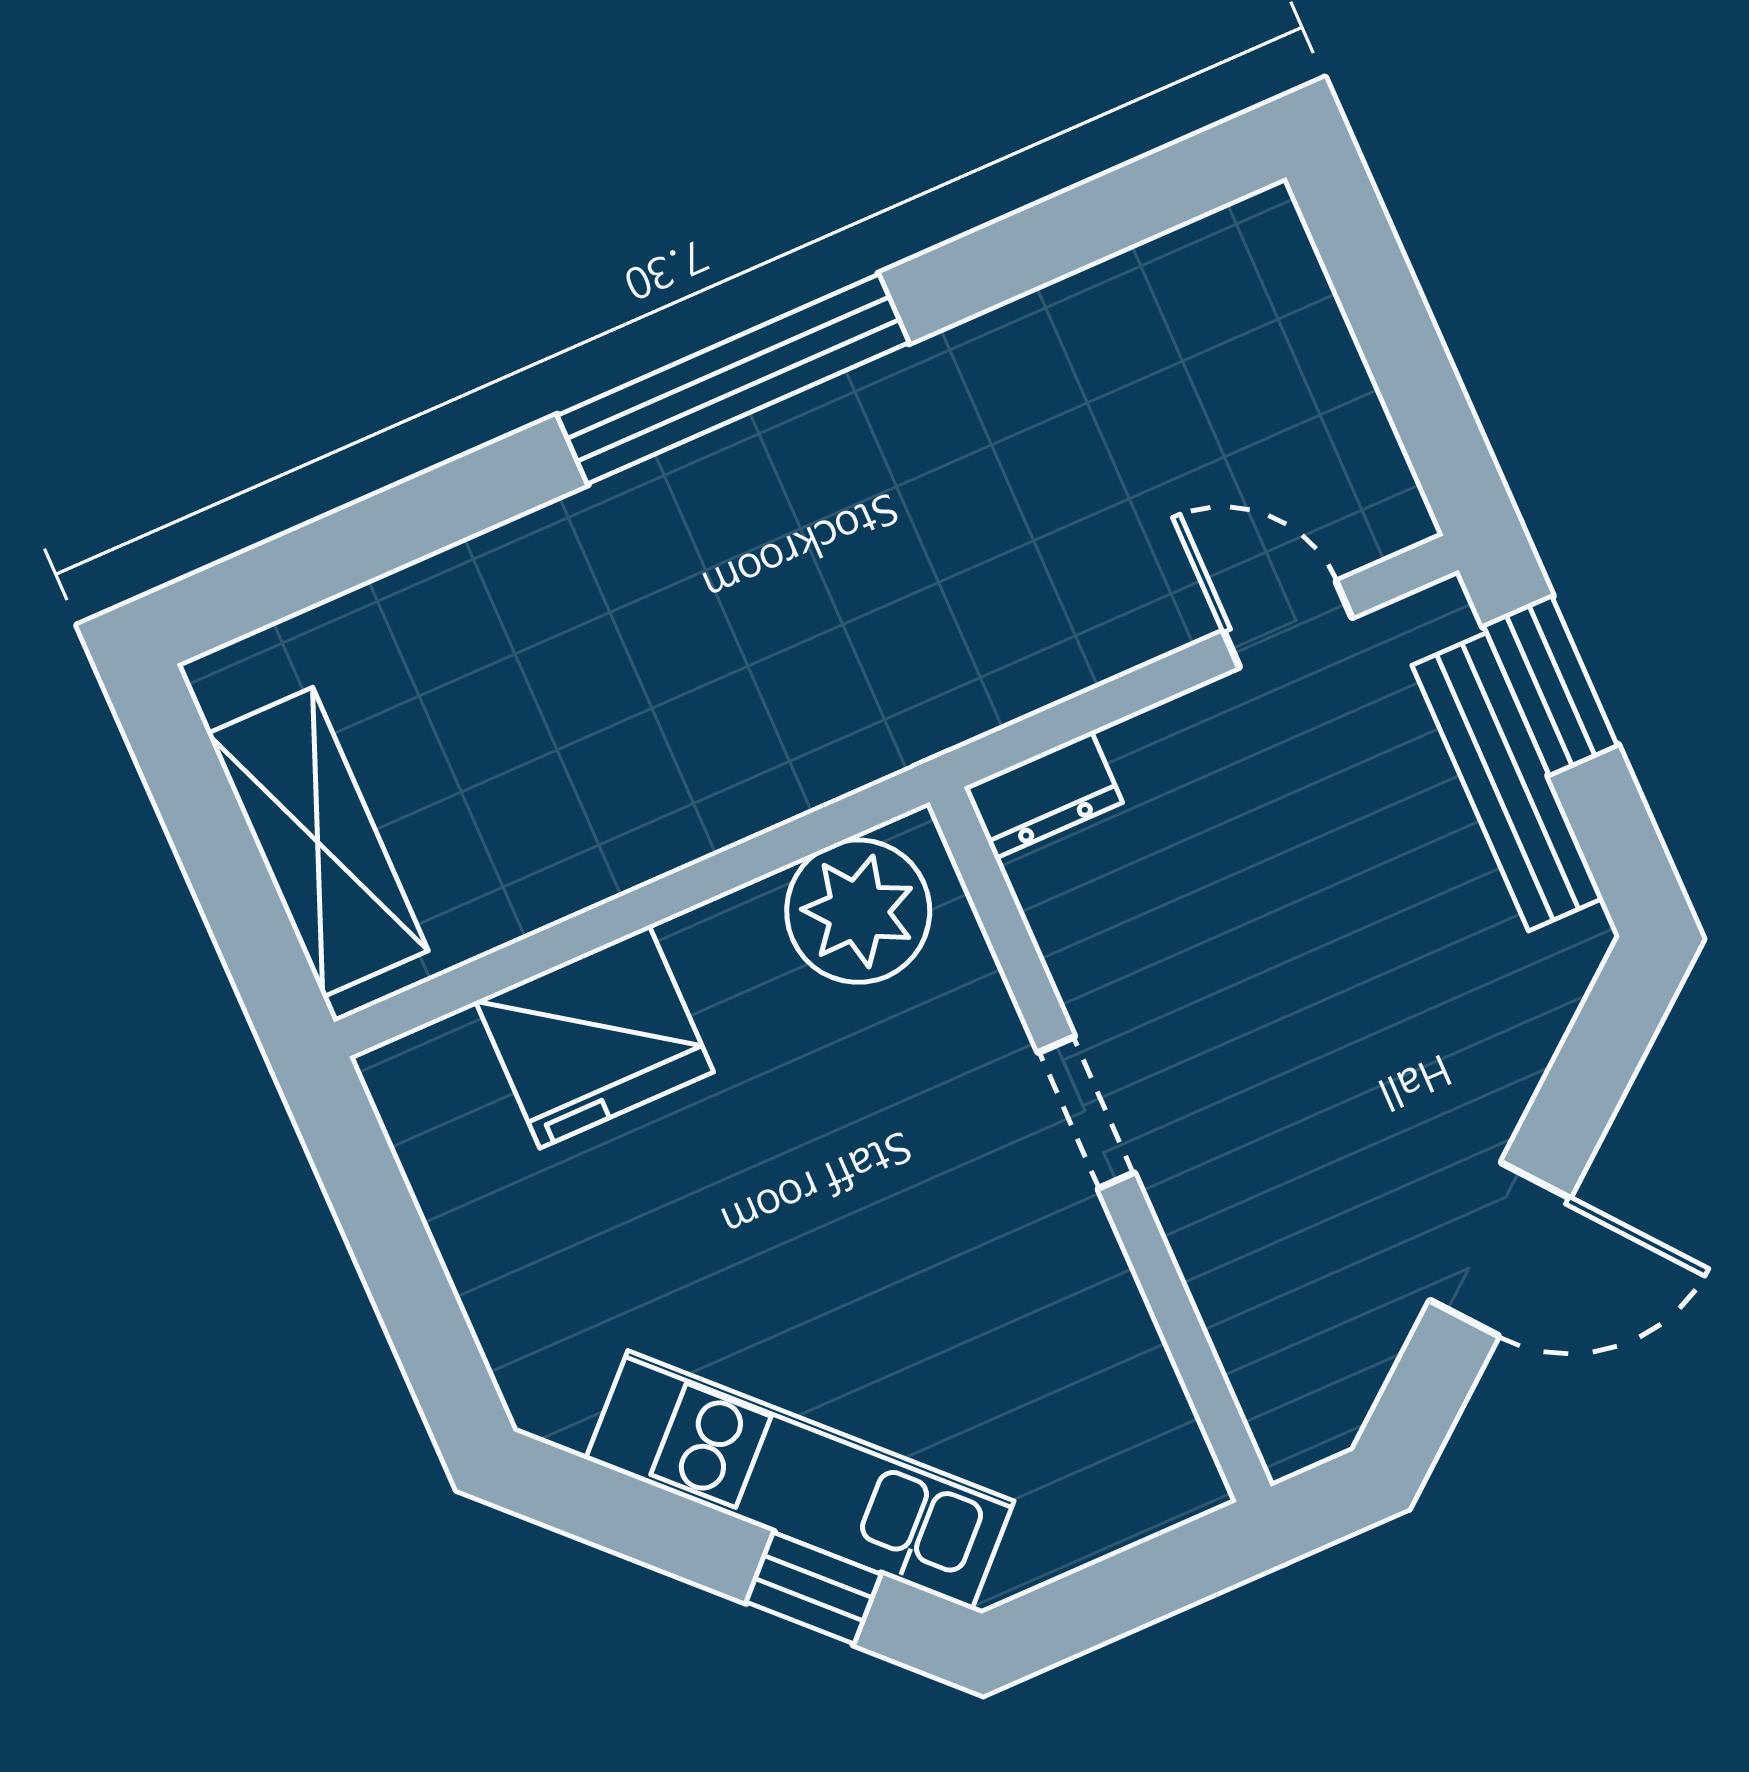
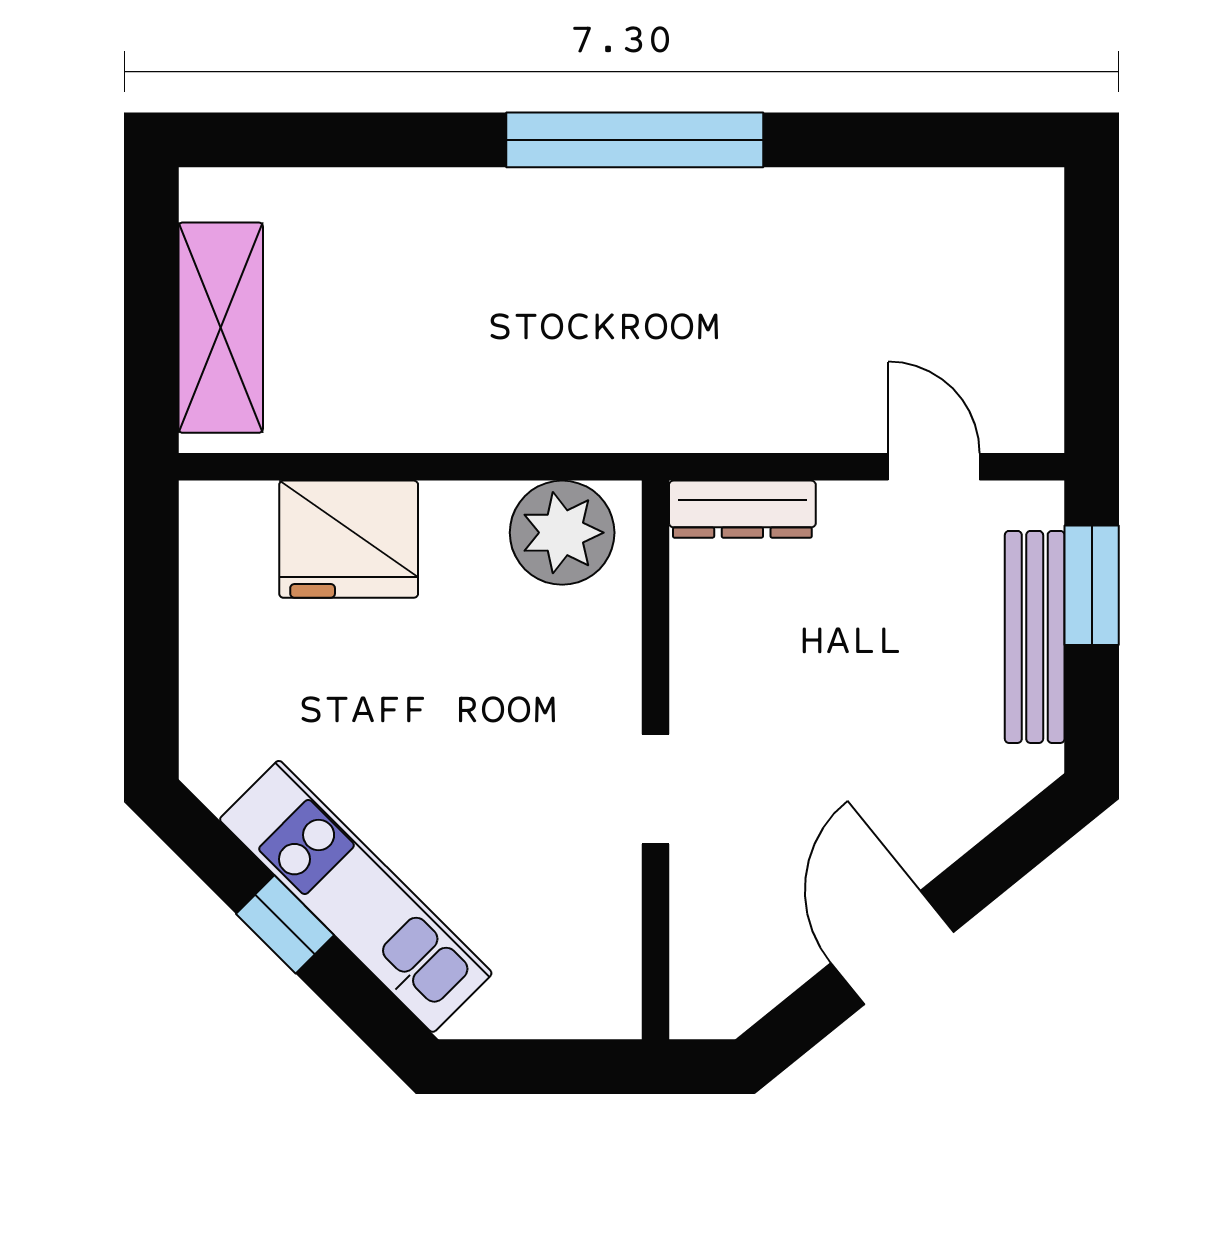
dresser: (1043, 795) -> (742, 509), width x1.44
doorway: (1086, 1113) -> (656, 789), moved
door: (1500, 1249) -> (892, 947), swing flipped
window: (814, 1588) -> (285, 924), moved

